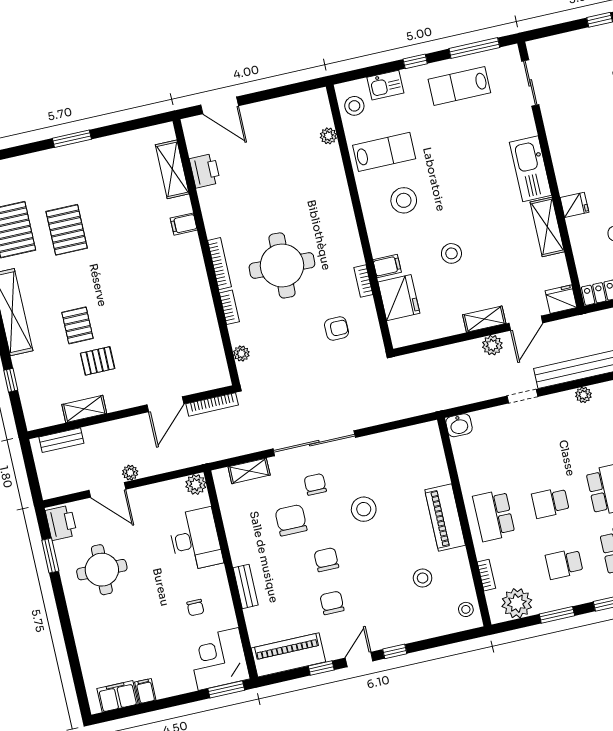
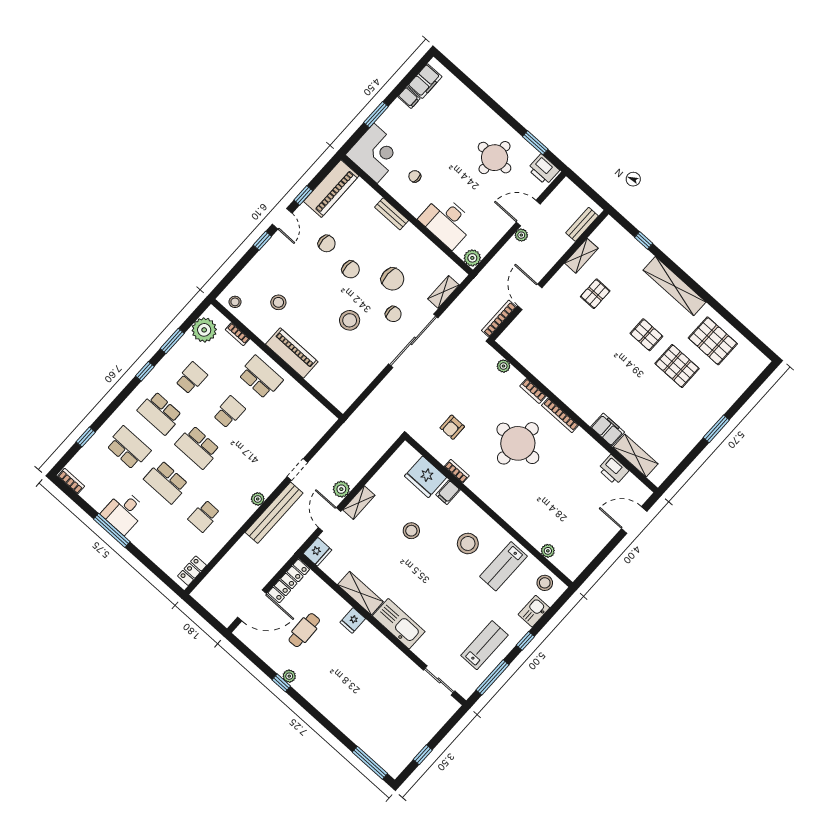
filing cabinet: (184, 224) -> (608, 430), width x2.00
pallet: (77, 325) -> (646, 335), moved
washbasin: (459, 425) -> (326, 421), removed
window: (226, 689) -> (376, 115), moved

